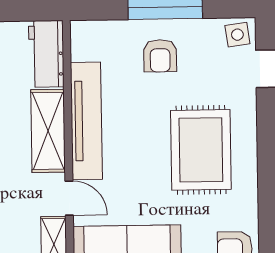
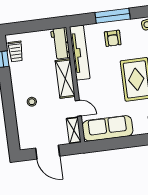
tv unit: (86, 121) -> (80, 53), moved

